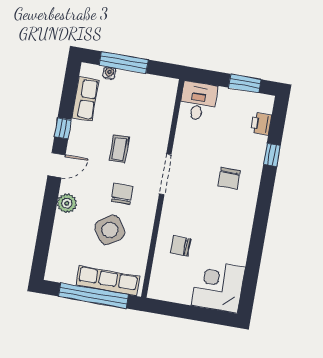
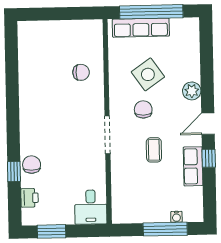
row of seats: (85, 99) -> (193, 166), moved
chair: (229, 178) -> (32, 165), moved
chair: (122, 194) -> (143, 109), turned 180
corner desk: (218, 286) -> (40, 42), removed

